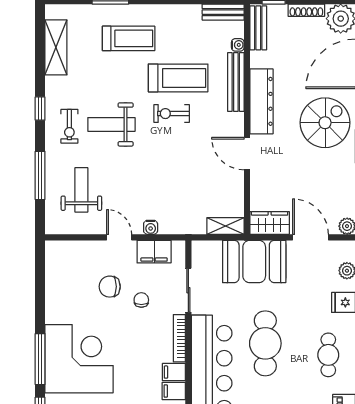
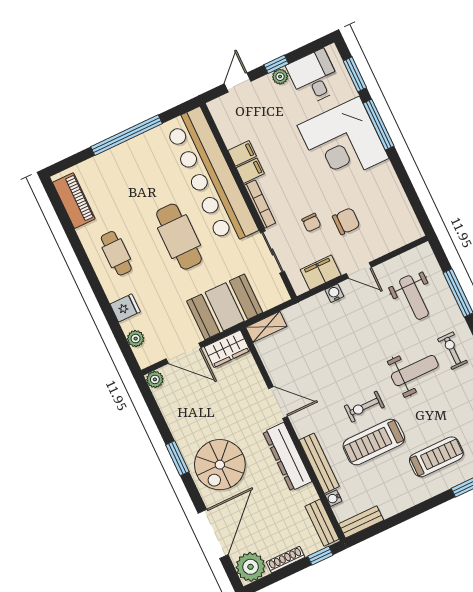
treadmill: (129, 38) -> (436, 457), turned 180
exercise bike: (172, 114) -> (364, 407), turned 180

